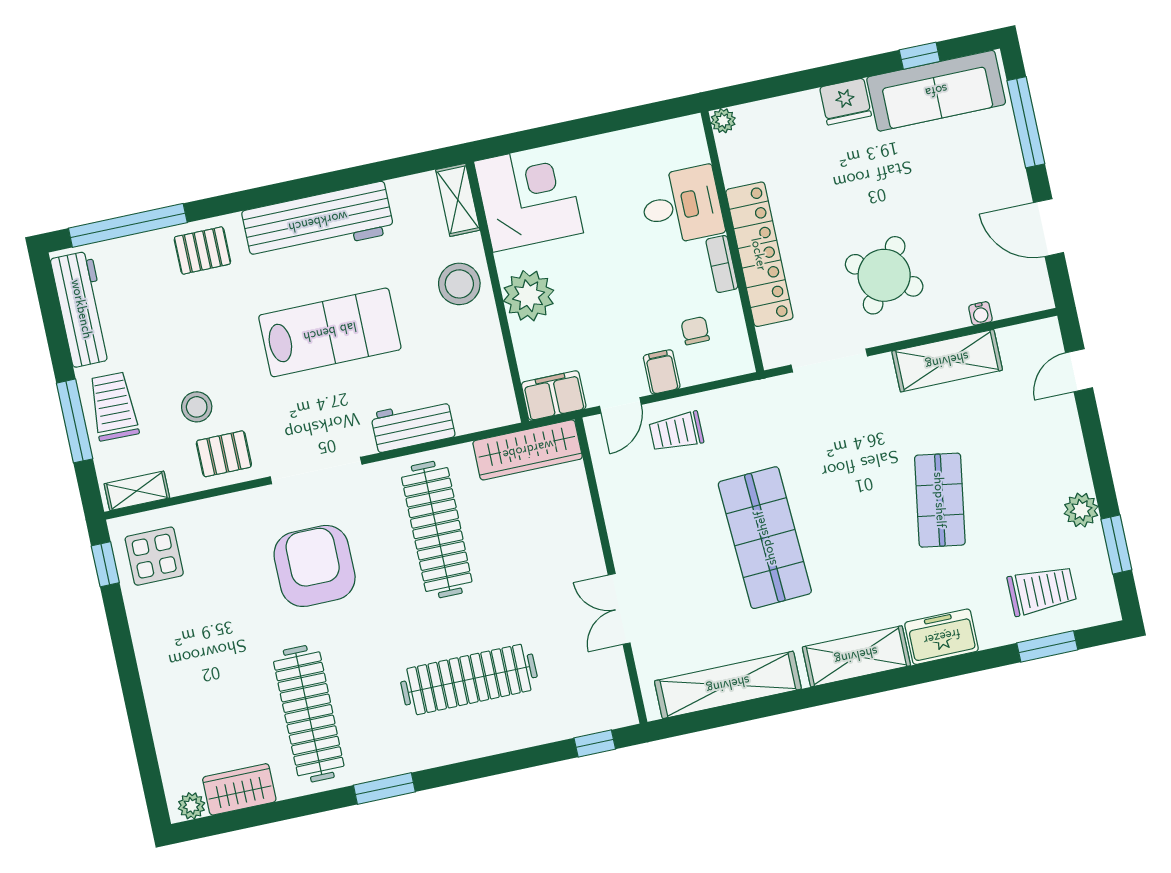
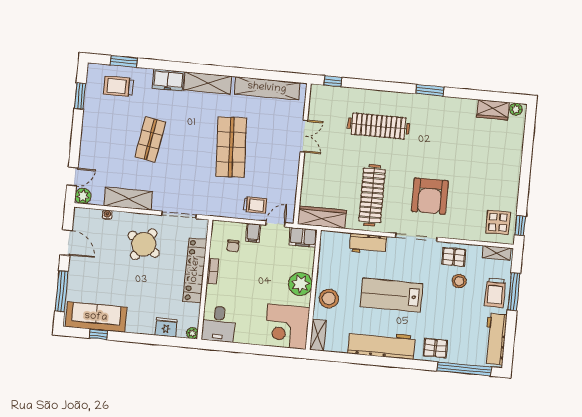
fridge: (846, 102) -> (166, 327), moved
desk: (682, 206) -> (219, 324), moved, turned -90
plant: (1081, 510) -> (83, 196), moved
clothes rail: (309, 714) -> (453, 133), removed

